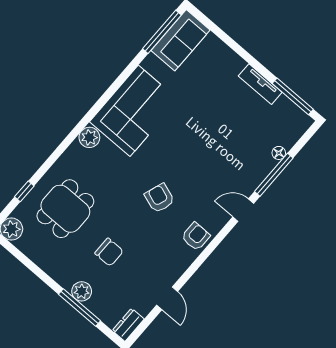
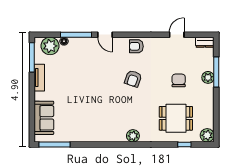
sofa: (180, 40) -> (44, 118), moved, turned 90
corner sofa: (134, 111) -> (103, 126), removed
plant: (288, 131) -> (50, 46), added

